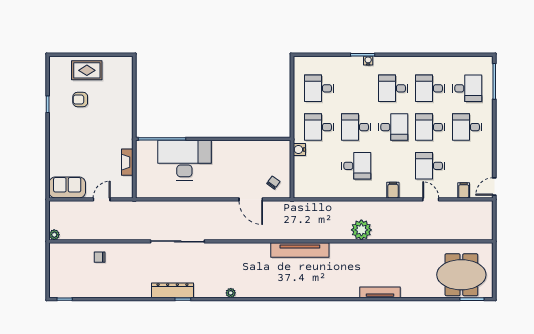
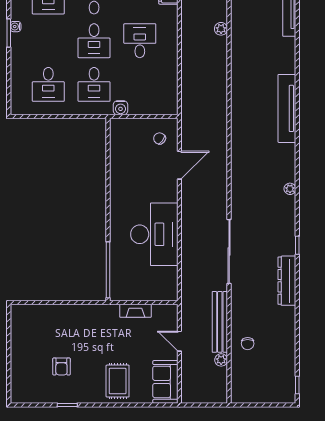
rug: (87, 70) -> (118, 381), moved
desk: (184, 160) -> (154, 234), moved, turned 180
plant: (361, 230) -> (221, 29), width x0.53, depth x0.53
bench: (118, 234) -> (220, 322), added
plant: (54, 235) -> (221, 360), moved
tv unit: (300, 250) -> (287, 108), moved, turned 180
dresser: (172, 290) -> (287, 281), moved

